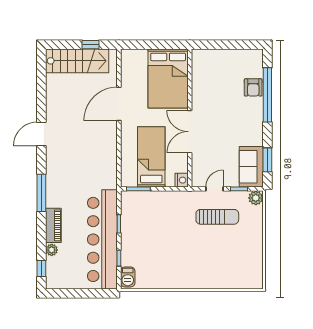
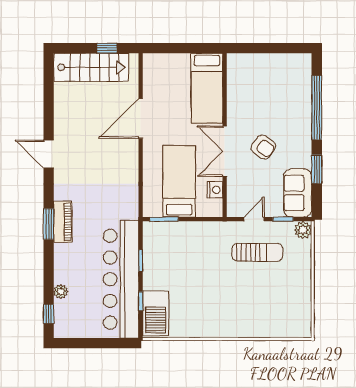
bed: (168, 78) -> (207, 88), width x0.67
armchair: (253, 87) -> (263, 147), moved, turned -54
door: (41, 134) -> (49, 154), hinge flipped
window: (267, 160) -> (317, 169), moved
nightstand: (182, 180) -> (215, 190), moved
window: (41, 193) -> (49, 224), width x0.69
piano: (53, 225) -> (63, 222), moved
barbecue: (128, 277) -> (156, 313), width x1.88, depth x1.53

